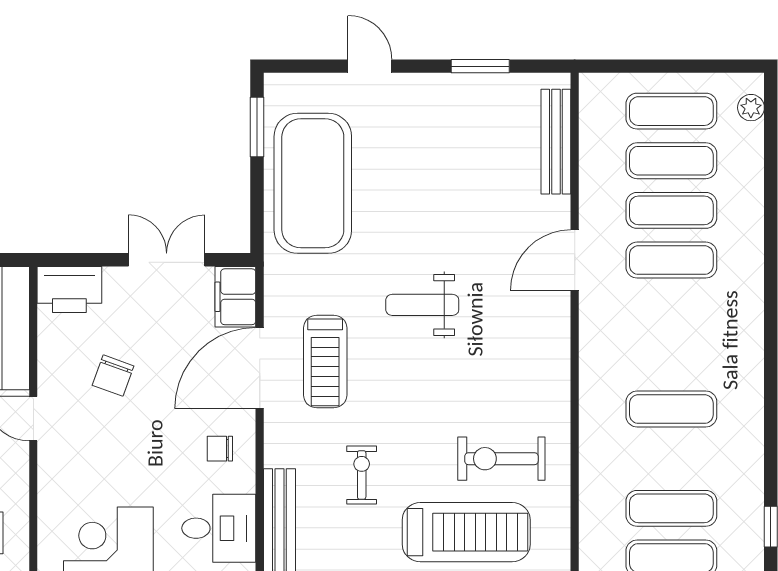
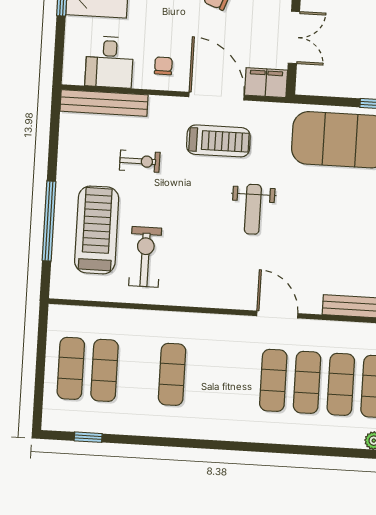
weight bench: (422, 305) -> (253, 209), turned 180
treadmill: (325, 361) -> (218, 141), turned 180
treadmill: (466, 532) -> (97, 230), turned 180

